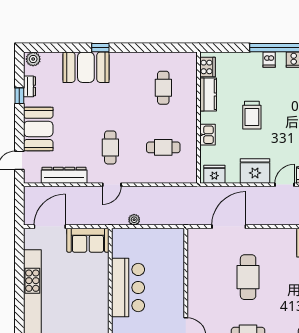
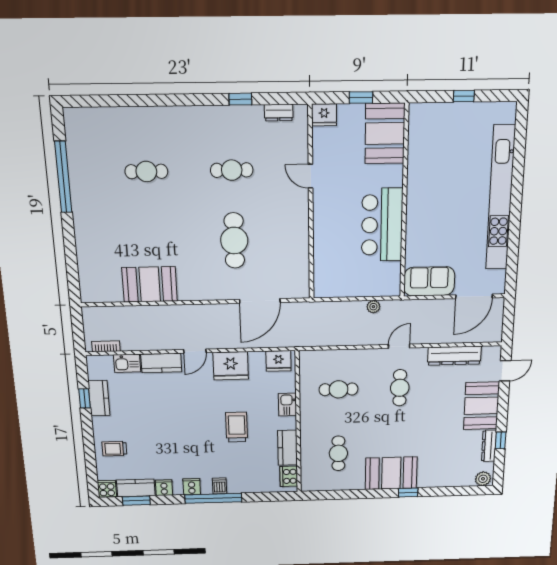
booth: (86, 67) -> (391, 473), moved
dresser: (30, 86) -> (489, 446), width x1.44

